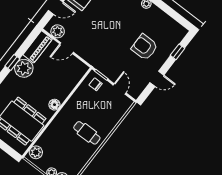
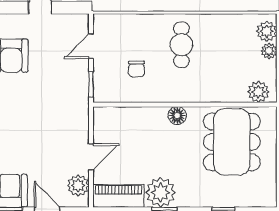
door: (67, 48) -> (91, 157), hinge flipped
chair: (96, 84) -> (136, 69), moved

